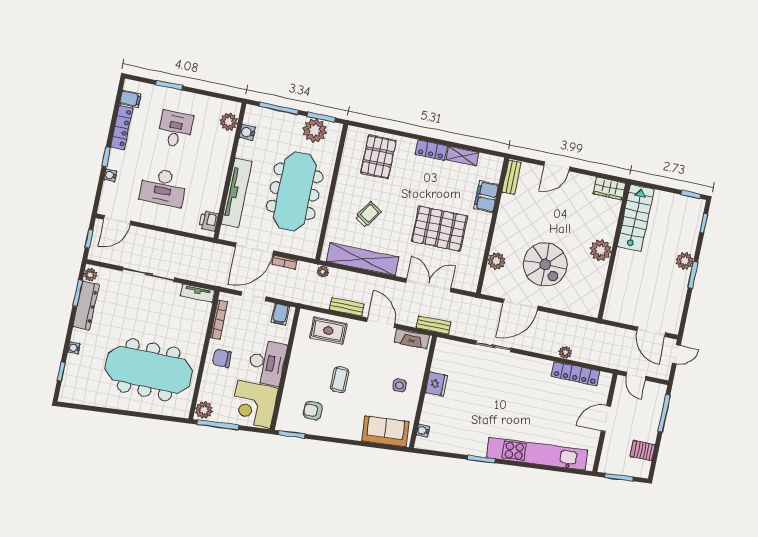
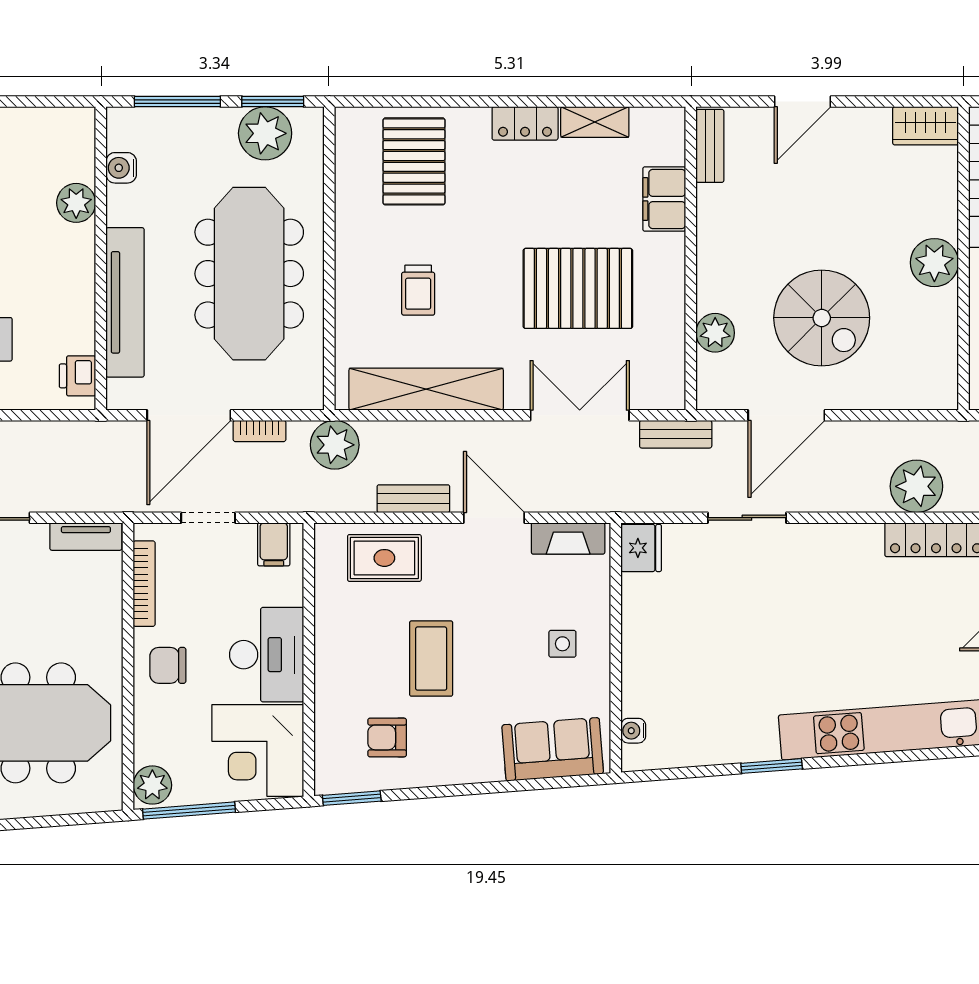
plant: (229, 122) -> (76, 203), moved
trolley: (368, 214) -> (418, 290), turned 147
plant: (323, 272) -> (335, 445), width x1.88, depth x1.88
bench: (434, 325) -> (676, 434), moved
plant: (565, 352) -> (916, 486), width x1.87, depth x1.87
coffee table: (340, 380) -> (431, 659), width x1.36, depth x1.30
fridge: (436, 384) -> (641, 548), moved

